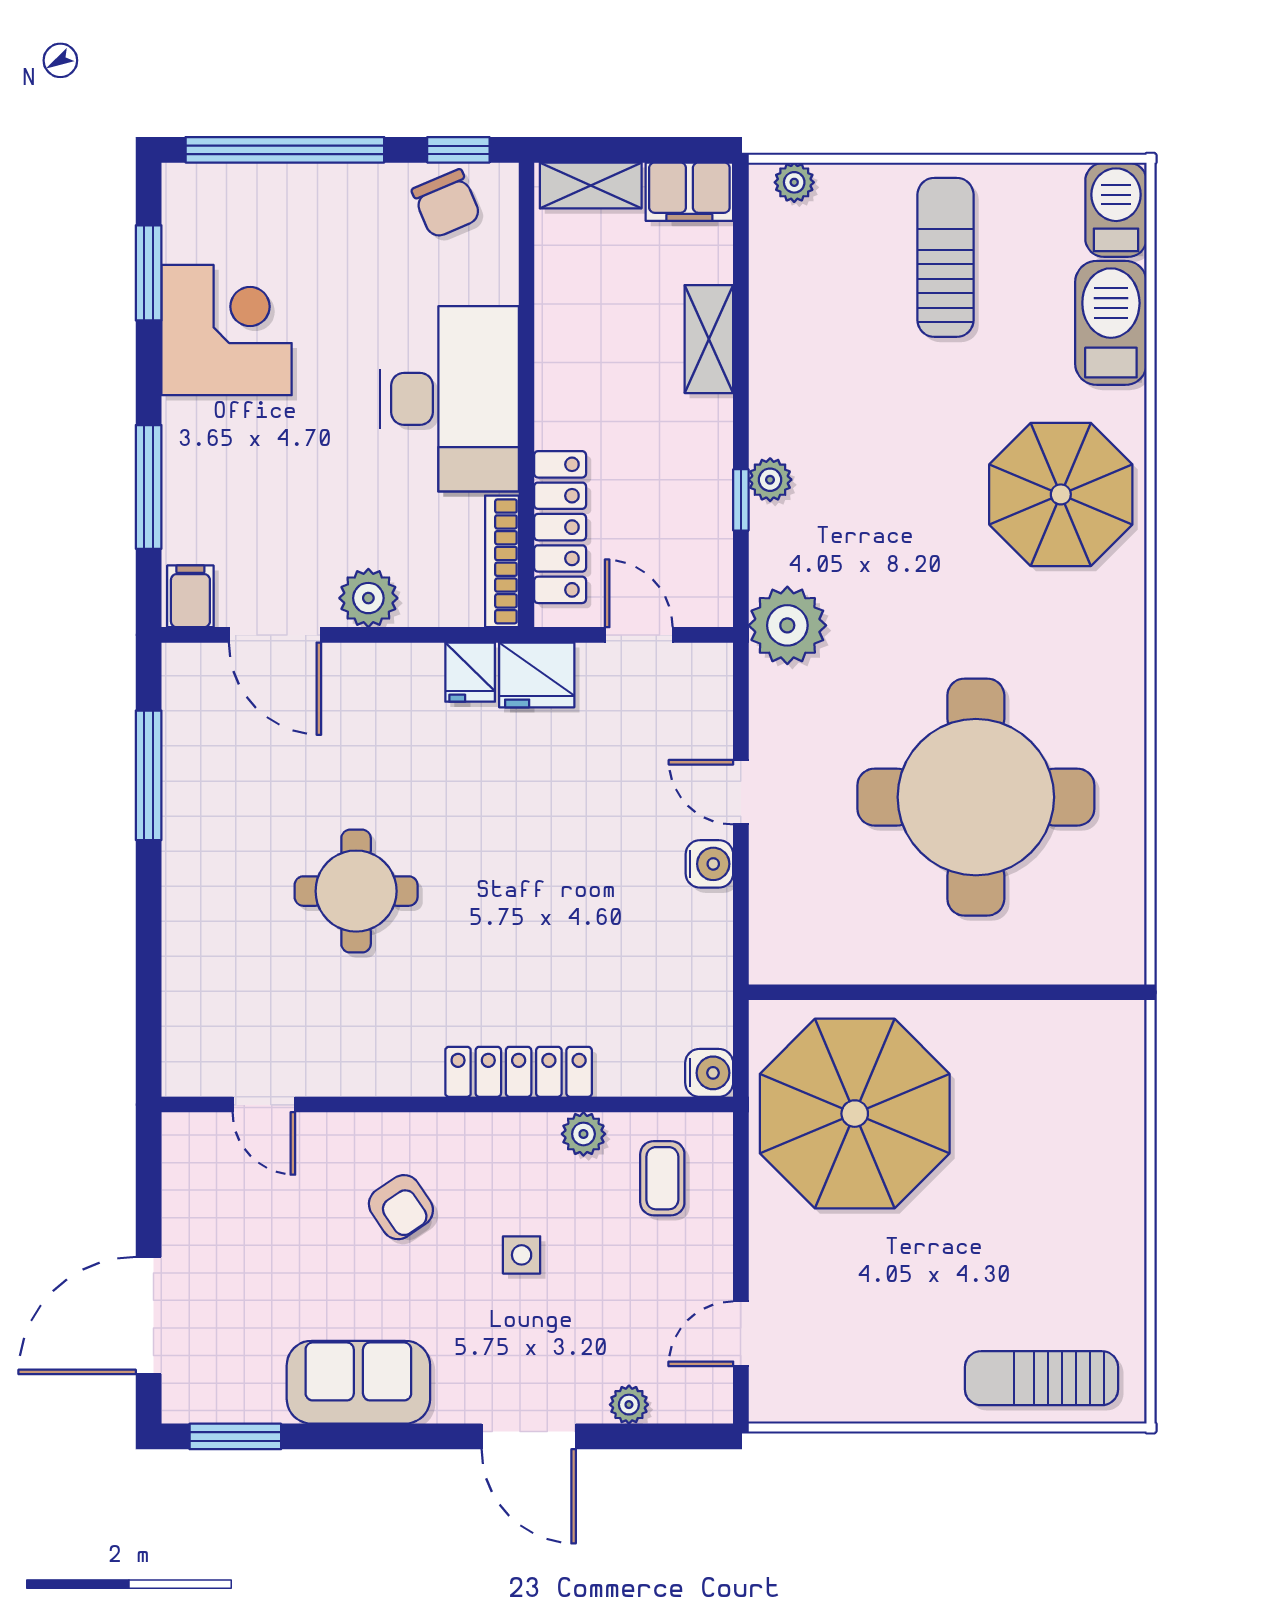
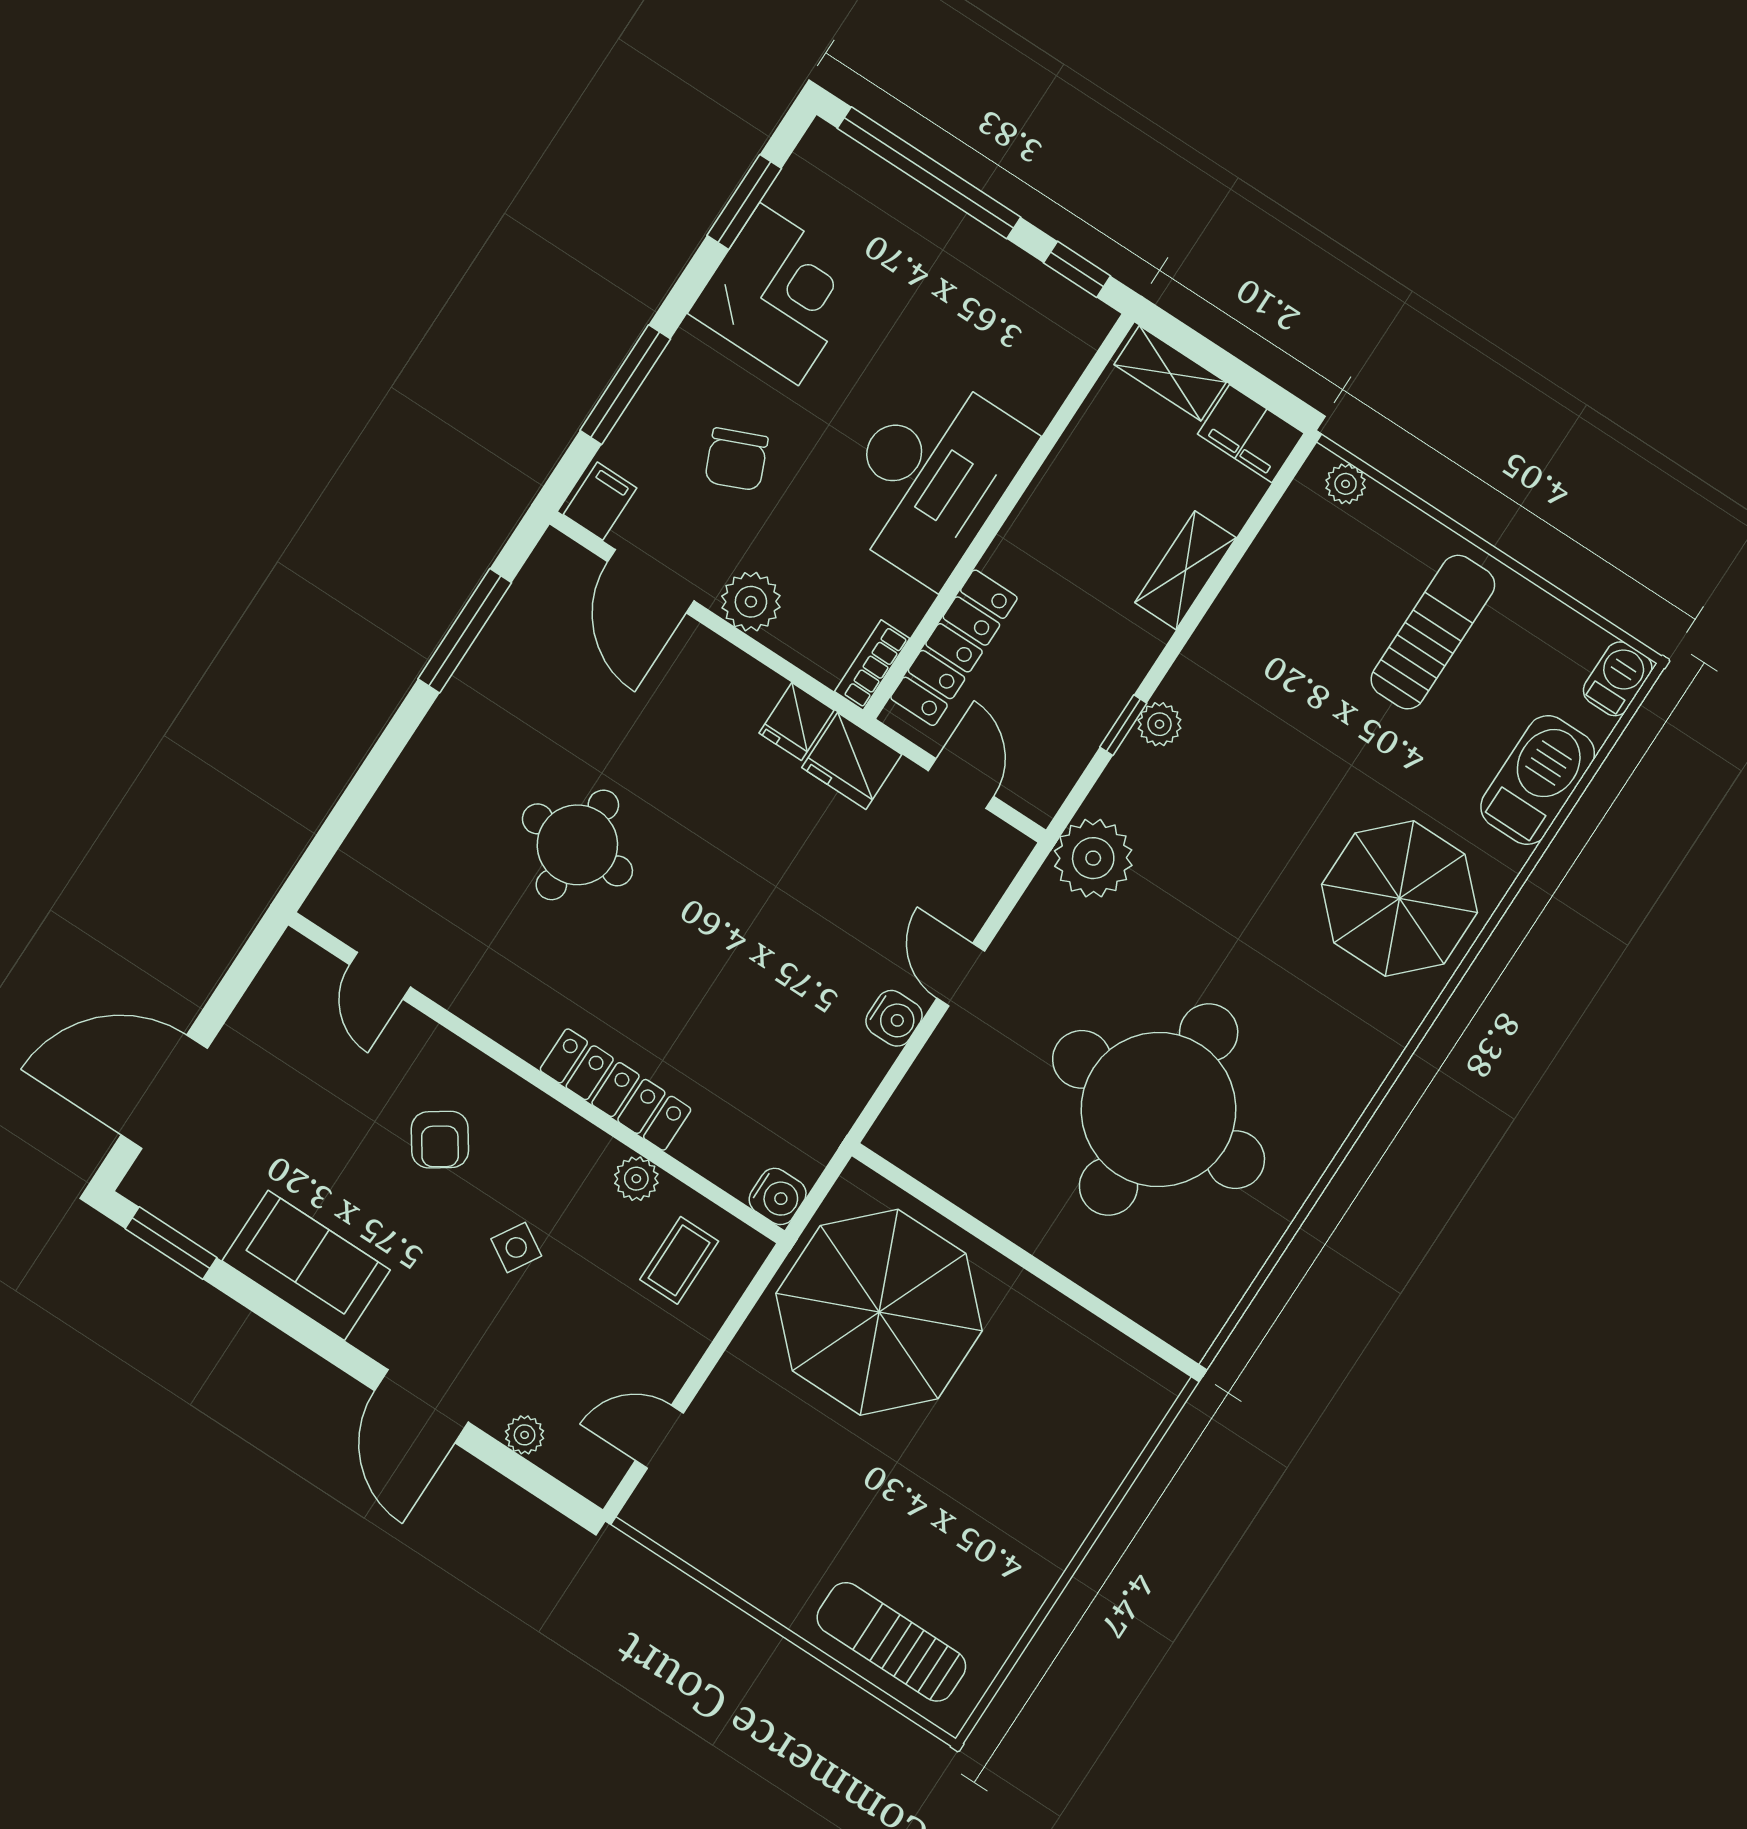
chair: (446, 204) -> (736, 459), moved
barbecue: (1116, 210) -> (1618, 679), width x0.73, depth x0.79
bookcase: (502, 561) -> (872, 665), width x0.64
side table: (522, 1255) -> (516, 1247), turned 31

